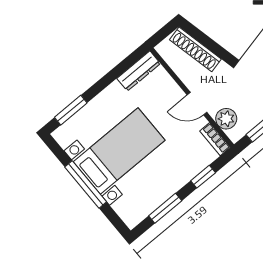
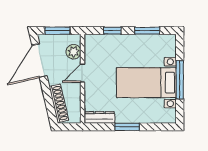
door: (197, 104) -> (83, 73), swing flipped
window: (71, 110) -> (127, 127), moved
bookcase: (215, 139) -> (89, 46), removed

